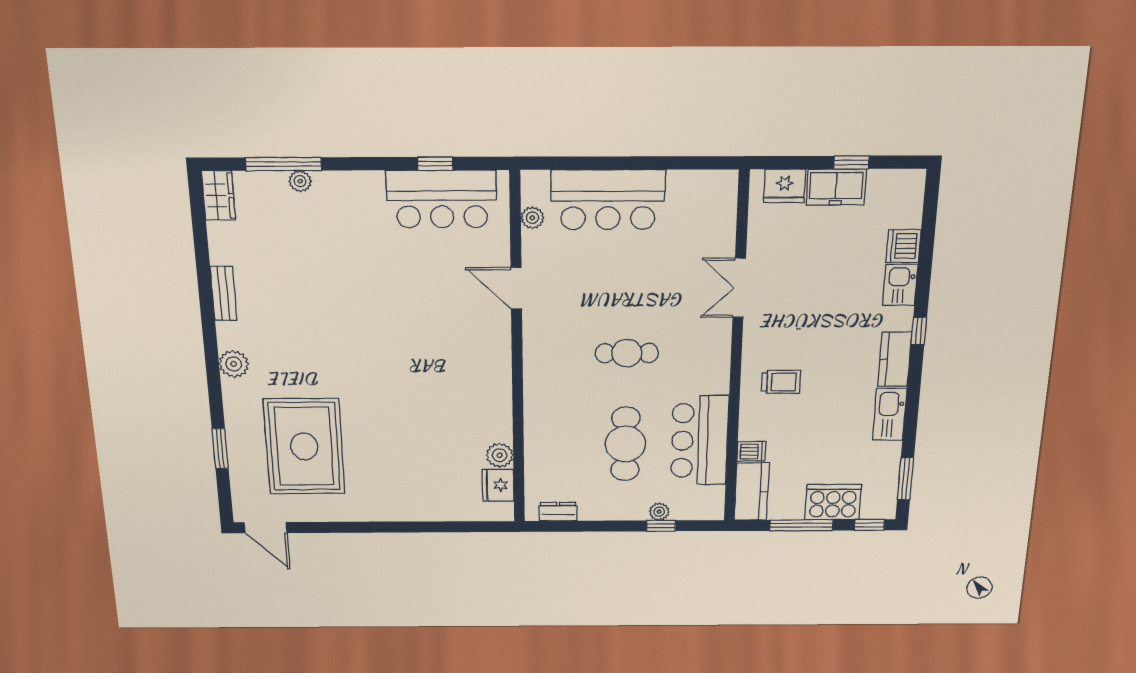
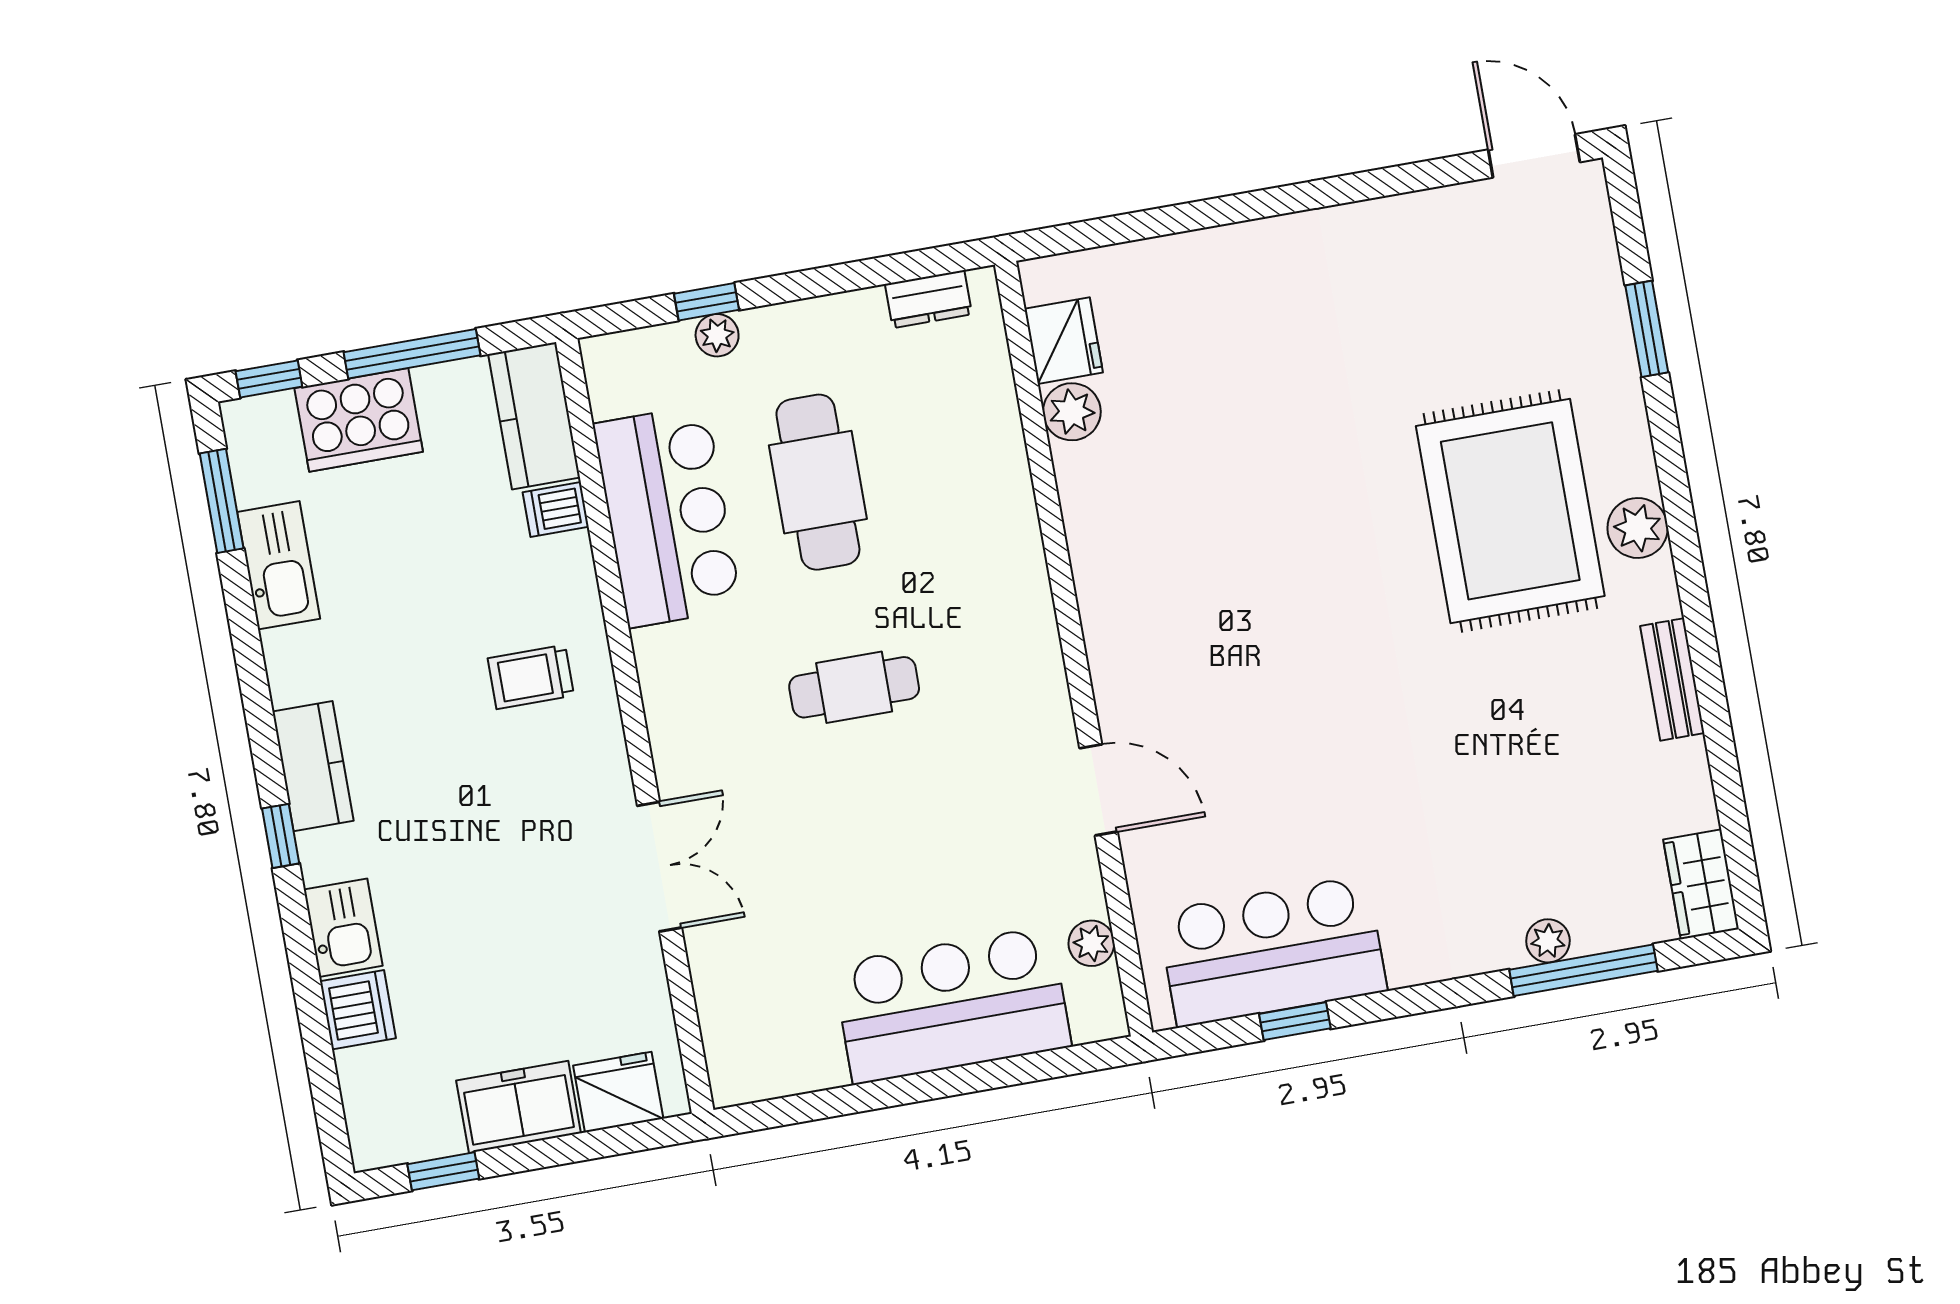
window: (851, 162) -> (443, 1171), moved
kitchen sink: (890, 414) -> (279, 565), moved
rug: (304, 446) -> (1510, 511), moved

